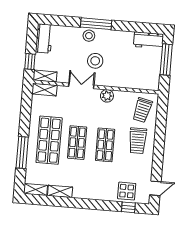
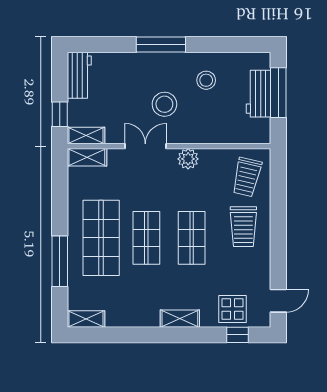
stool: (89, 36) -> (206, 80), moved
workbench: (148, 40) -> (259, 94), moved, turned 90
shelving: (60, 191) -> (180, 319), moved

